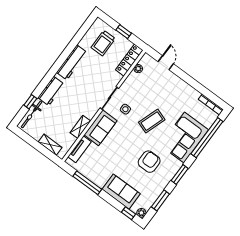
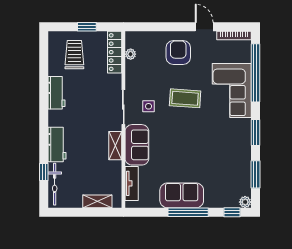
trolley: (103, 43) -> (74, 55), turned 180
workbench: (72, 62) -> (56, 93), width x0.73
door: (166, 63) -> (204, 27), moved
coffee table: (152, 121) -> (185, 98), turned 75
shelving: (80, 127) -> (115, 146), moved
armchair: (149, 162) -> (178, 53), moved
window: (87, 183) -> (188, 212), moved
sofa: (121, 192) -> (182, 195), moved

